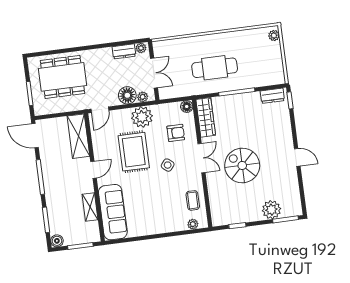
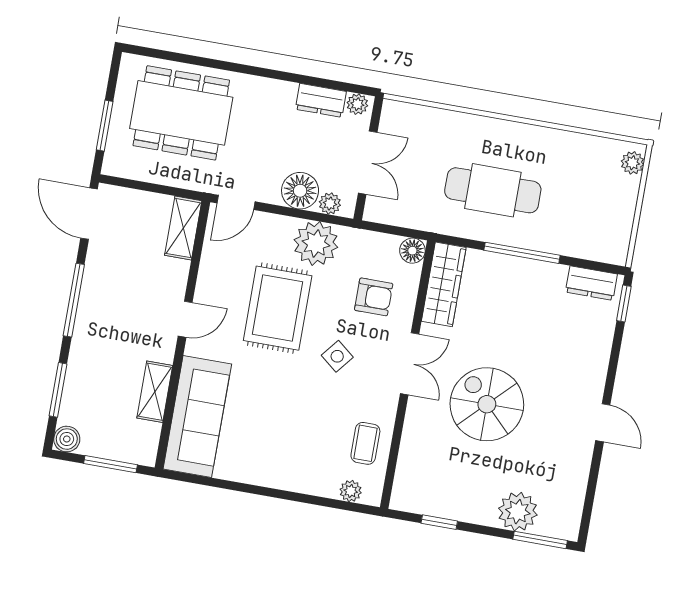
shelving: (78, 136) -> (183, 228), width x0.67, depth x0.75

